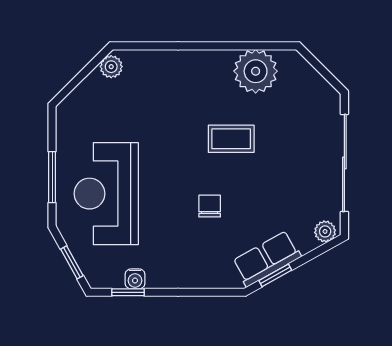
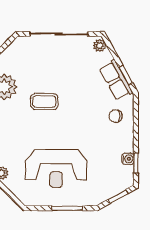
coffee table: (231, 139) -> (44, 102), turned 90
reception desk: (106, 194) -> (56, 168), moved
chair: (210, 206) -> (116, 116), moved

